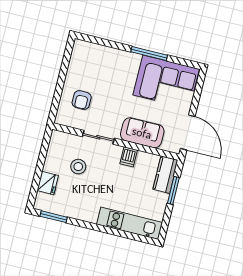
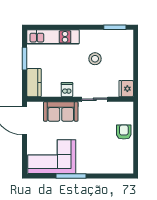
armchair: (82, 100) -> (124, 132), moved
stool: (78, 167) -> (95, 59), moved
fridge: (48, 183) -> (126, 89), moved
window: (173, 190) -> (25, 59), moved

